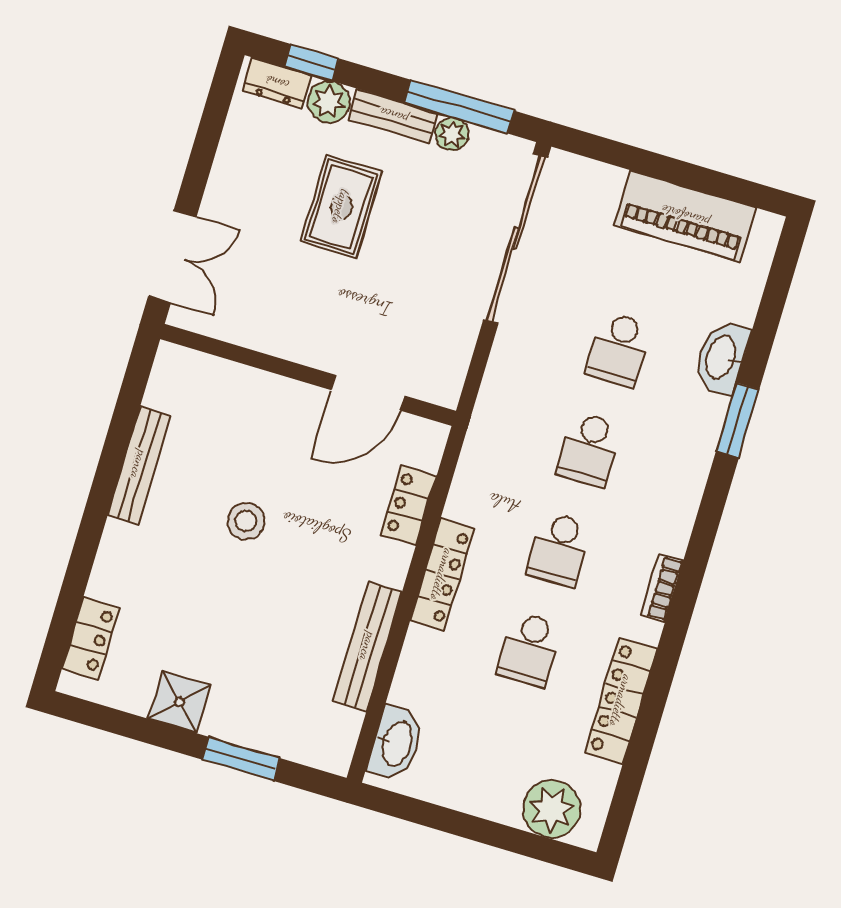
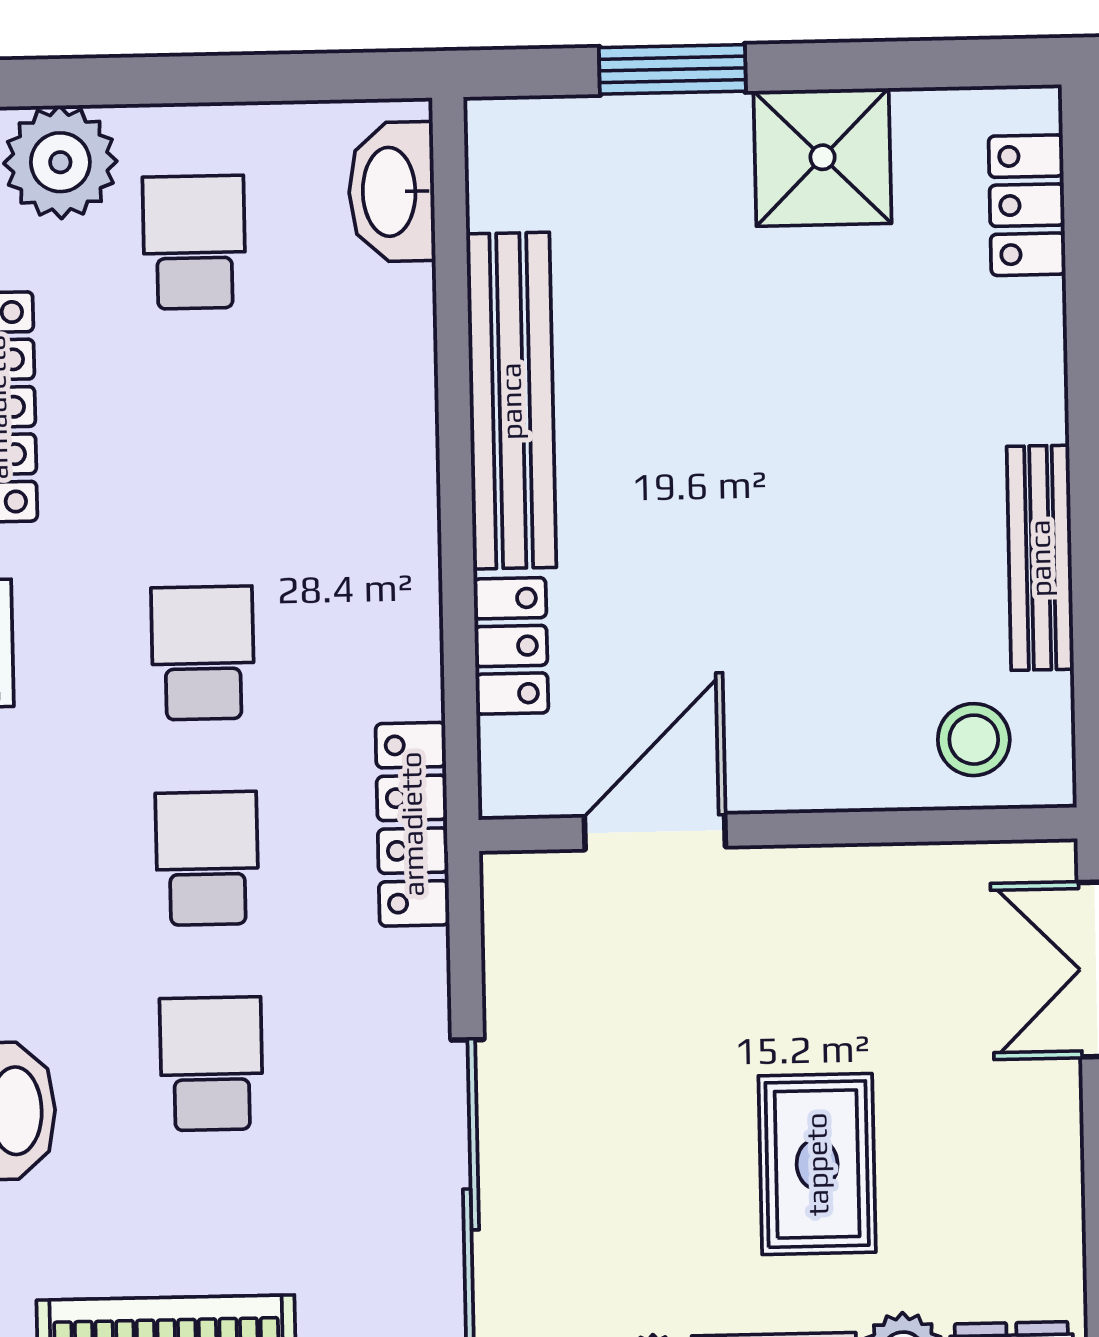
stool: (246, 521) -> (974, 740), moved
locker: (442, 575) -> (412, 824), moved
bench: (368, 647) -> (511, 401), width x1.37, depth x1.21
school desk: (529, 650) -> (194, 242), moved
shower: (180, 702) -> (823, 157), width x1.36, depth x1.36

